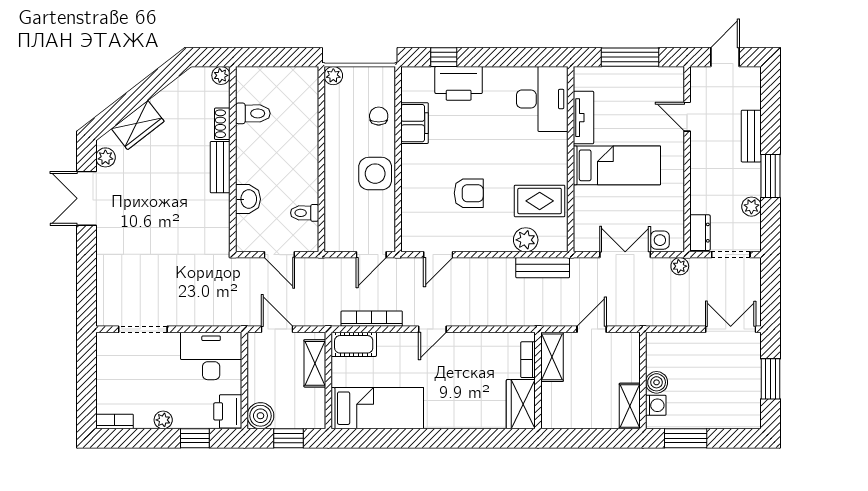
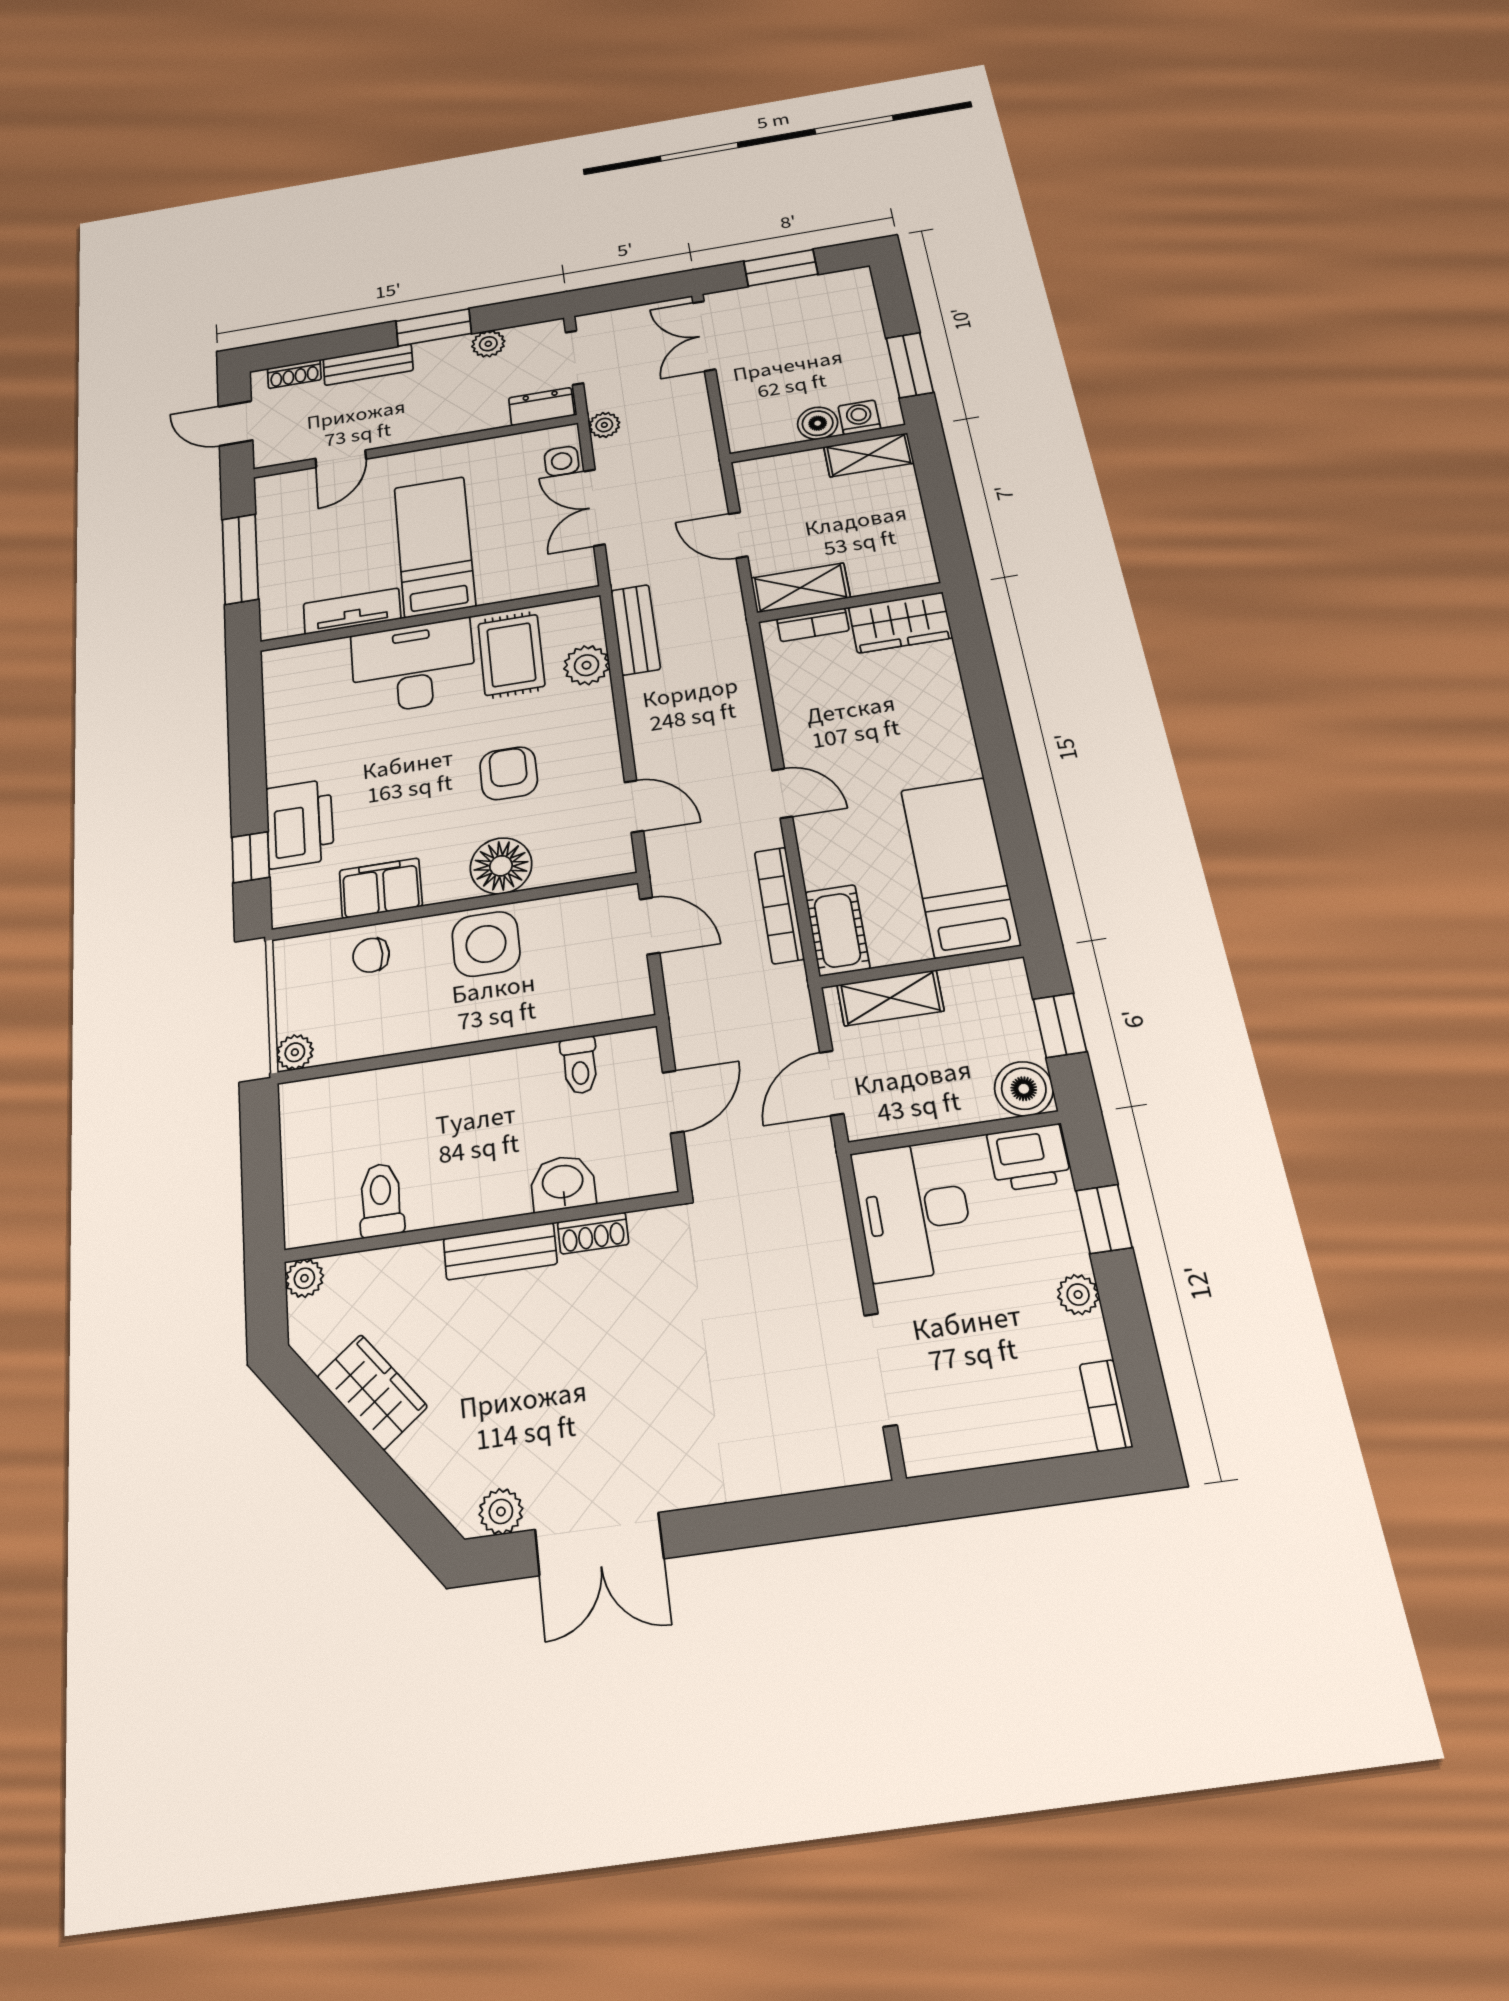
shoe rack: (754, 93) -> (294, 374), added
desk: (542, 99) -> (413, 666), moved
shoe rack: (222, 124) -> (593, 1233), moved
wardrobe: (138, 125) -> (372, 1392), moved
floor lamp: (417, 185) -> (501, 866), added

